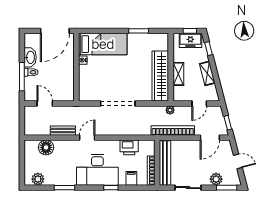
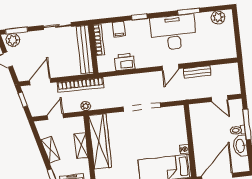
floor lamp: (46, 147) -> (213, 52), removed
desk: (97, 170) -> (173, 32), moved
plant: (216, 179) -> (13, 40), moved

